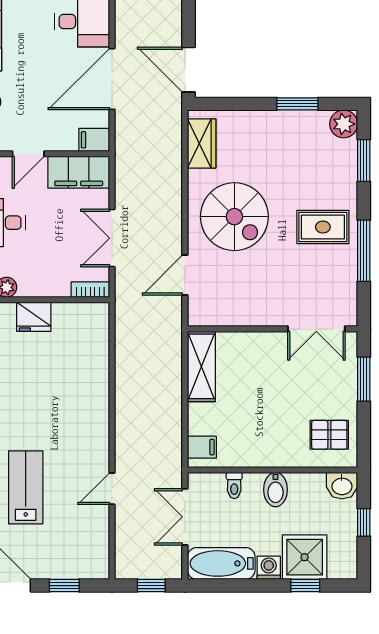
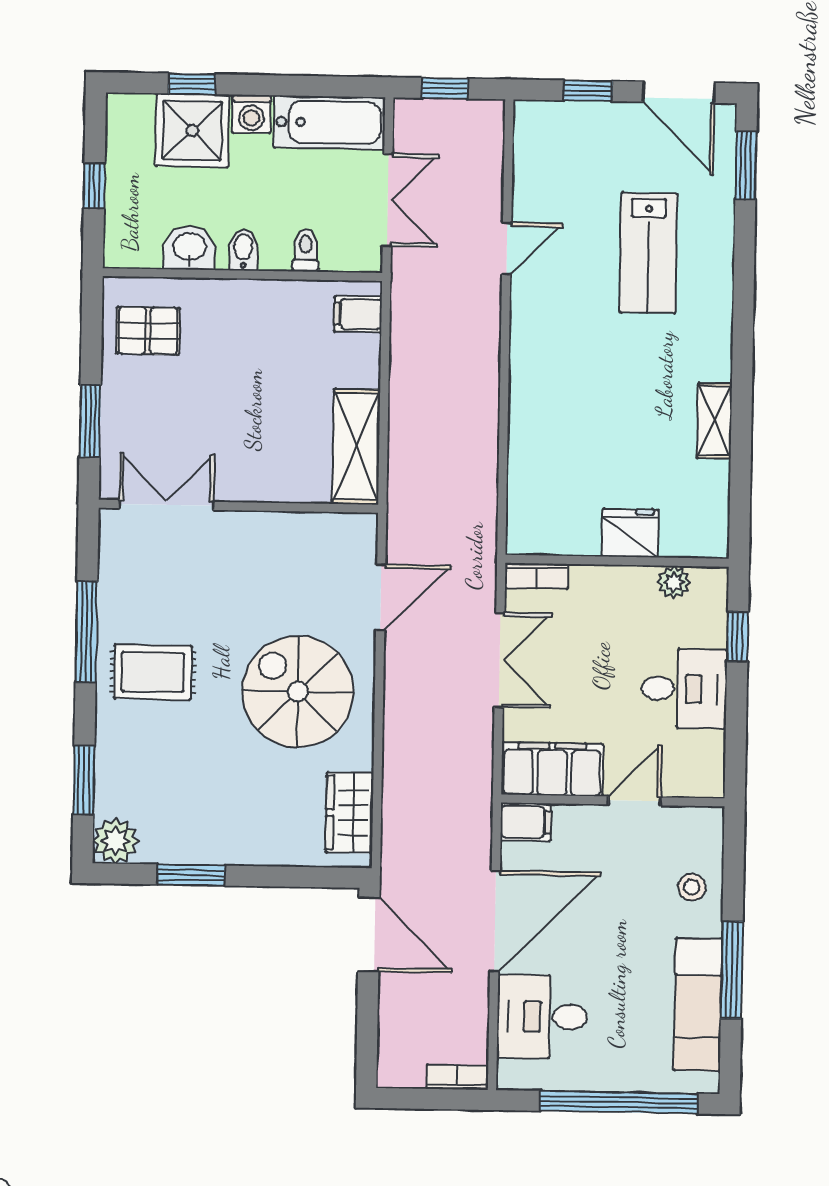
washbasin: (342, 486) -> (190, 248), moved
bidet: (276, 490) -> (243, 250), width x0.72, depth x0.74

